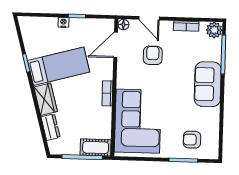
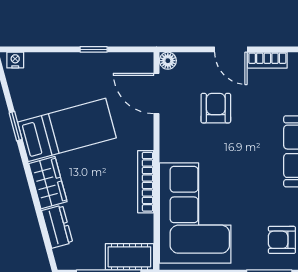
door: (149, 18) -> (231, 49), moved
nightstand: (63, 22) -> (15, 60), moved
door: (116, 45) -> (156, 93), hinge flipped
bookcase: (107, 93) -> (146, 182), width x1.56

